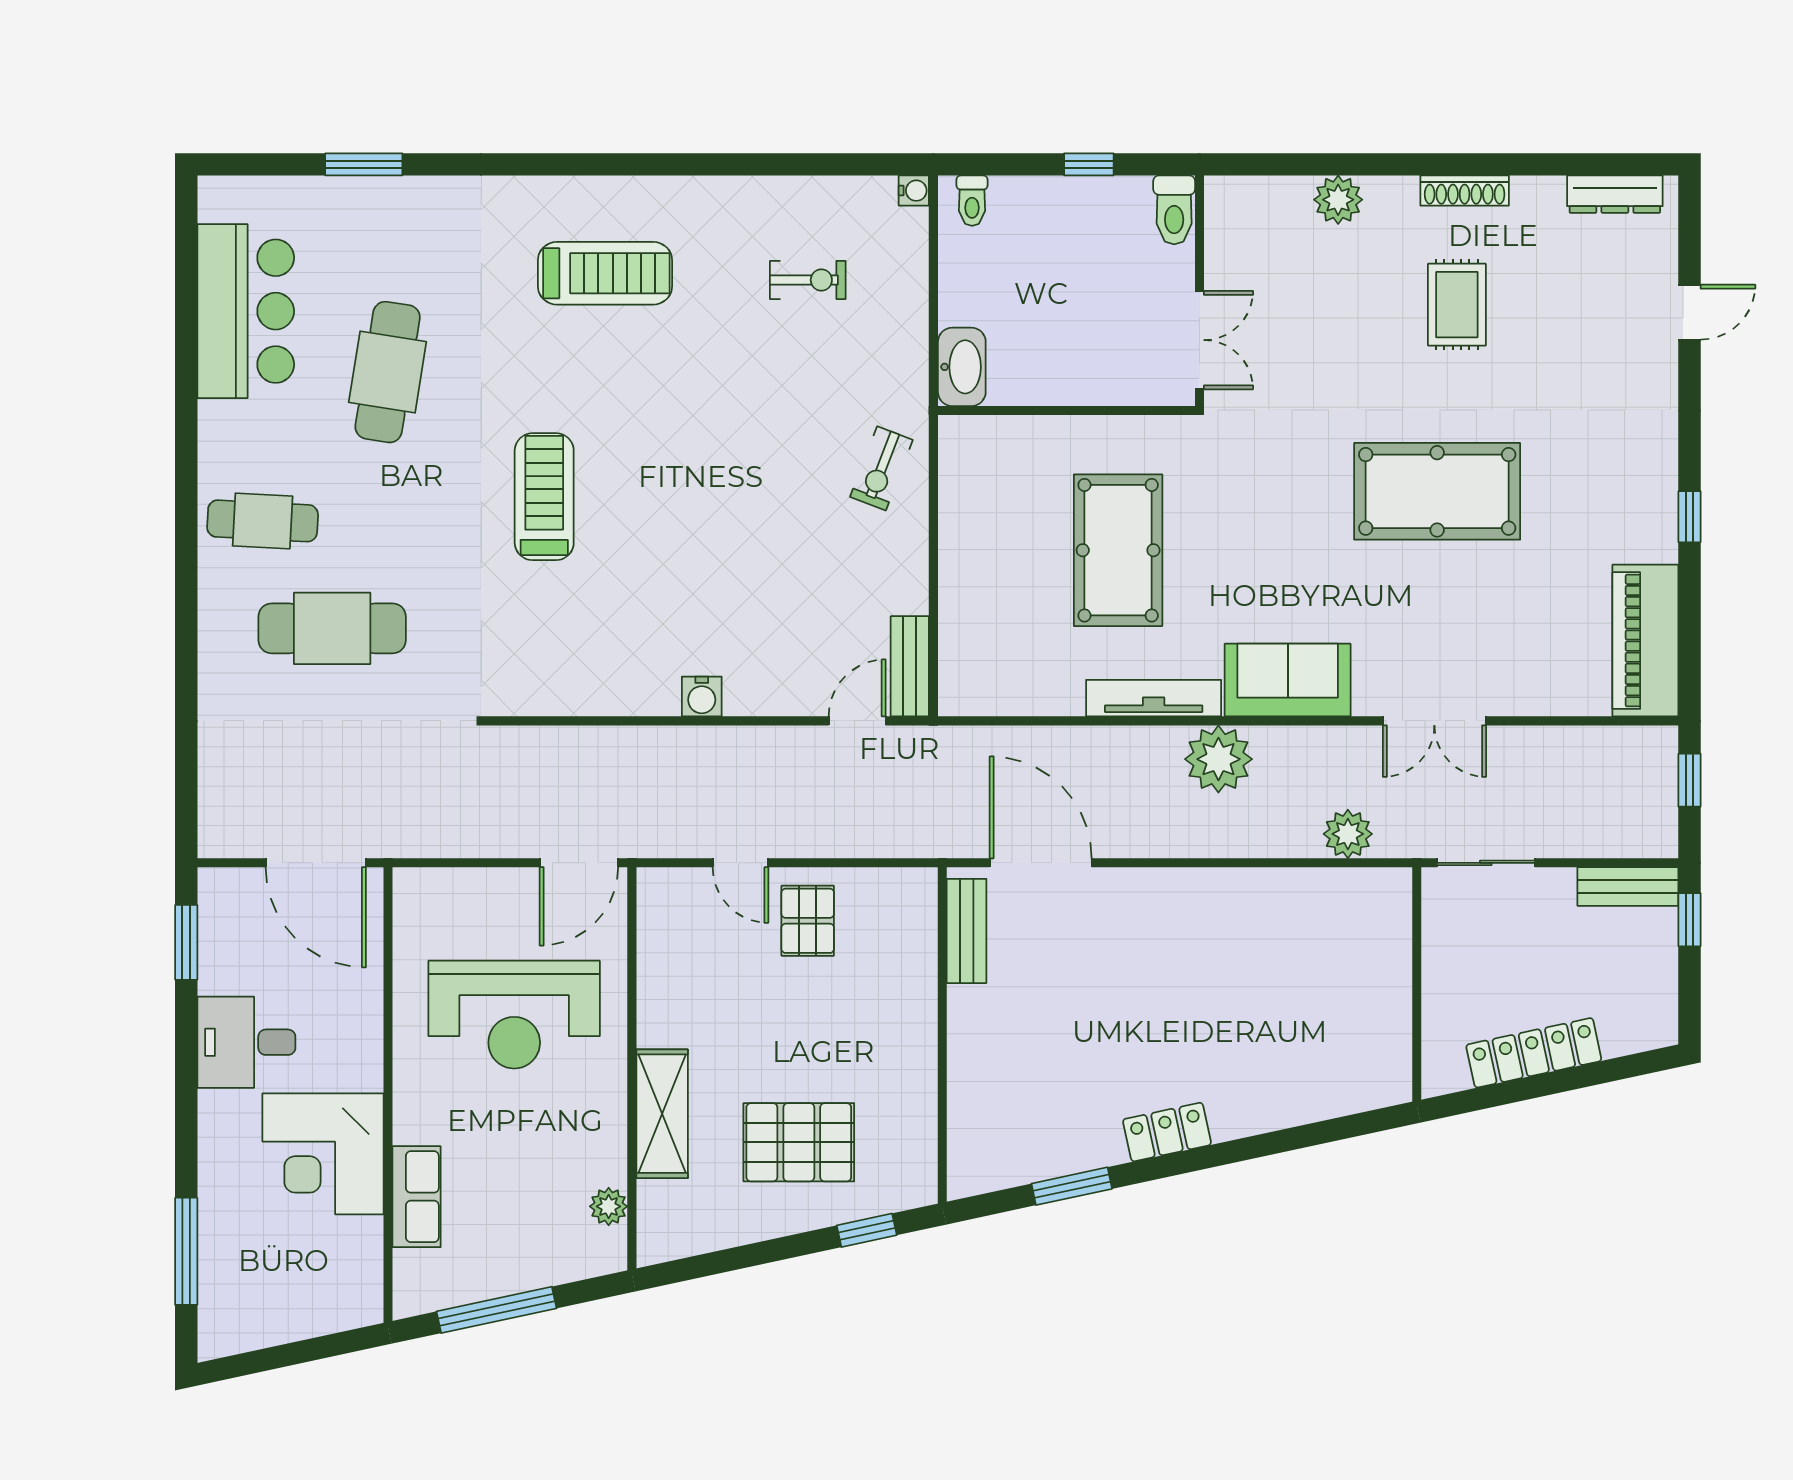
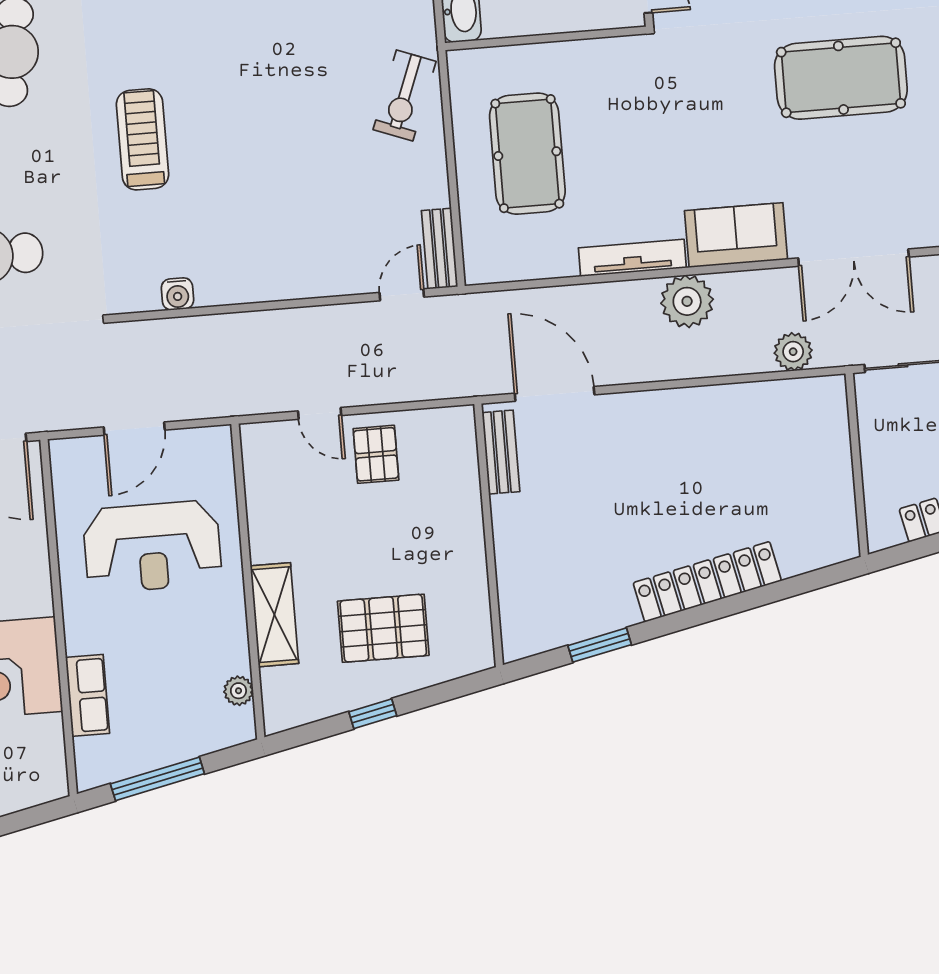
exercise bike: (881, 468) -> (405, 96), width x1.38, depth x1.39
pool table: (1118, 550) -> (527, 154), moved
water cooler: (702, 696) -> (177, 294), moved
double door: (1434, 721) -> (854, 258), width x1.37
door: (579, 863) -> (134, 429), moved
locker: (1167, 1132) -> (707, 582), width x2.16, depth x1.21
window: (867, 1230) -> (373, 714), moved

